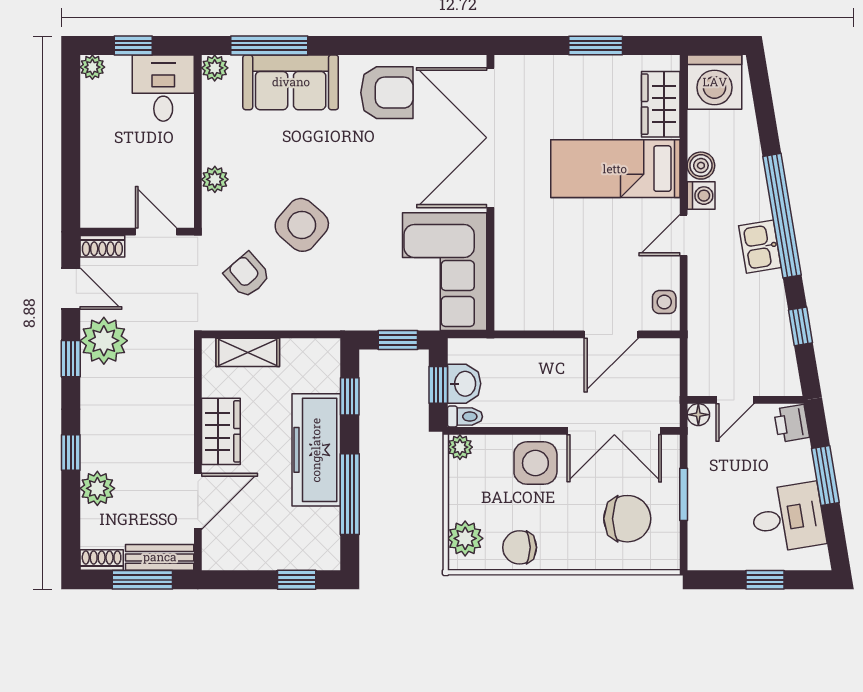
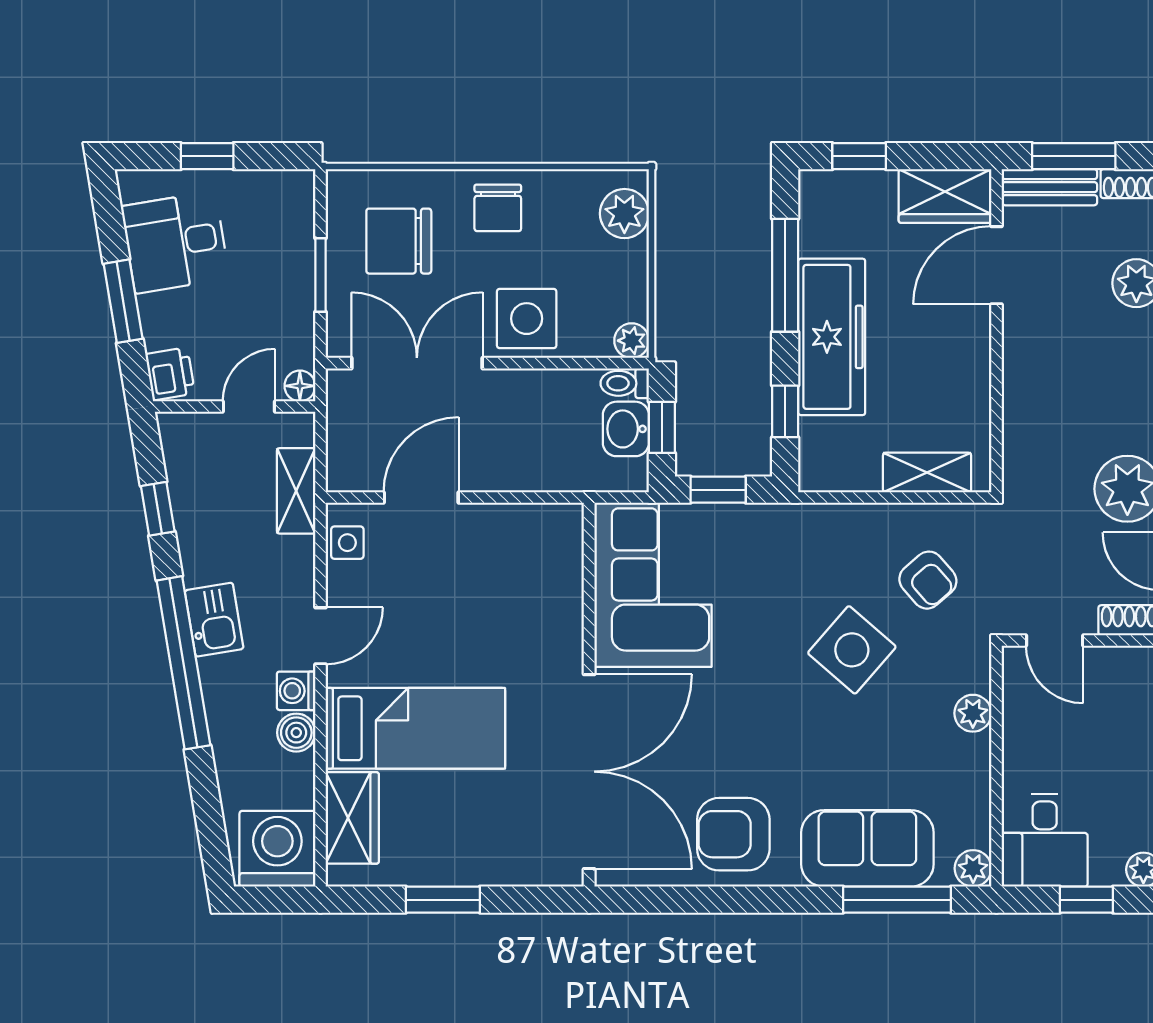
shelving: (701, 339) -> (296, 491), added
wardrobe: (221, 431) -> (945, 196), moved, turned -90
chair: (520, 547) -> (498, 208), moved, turned 90

